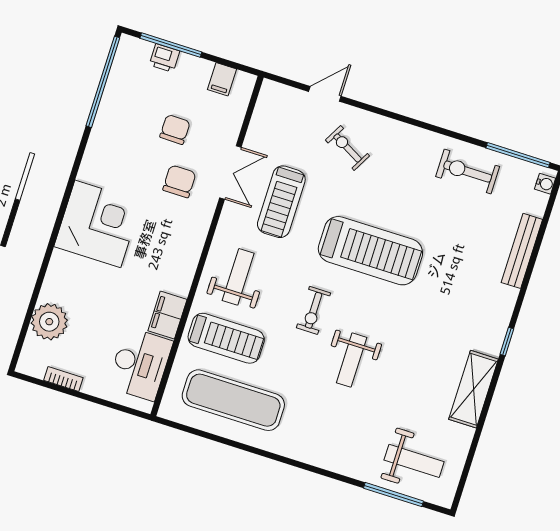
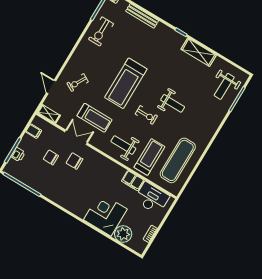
shelving: (266, 103) -> (49, 114), added
corner desk: (98, 224) -> (105, 214), moved
treadmill: (370, 251) -> (126, 83), turned 180
weight bench: (414, 461) -> (224, 86), turned 180

